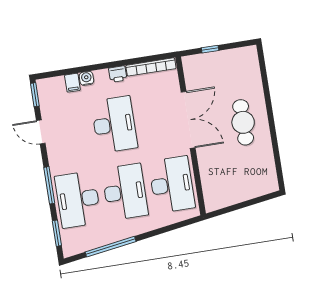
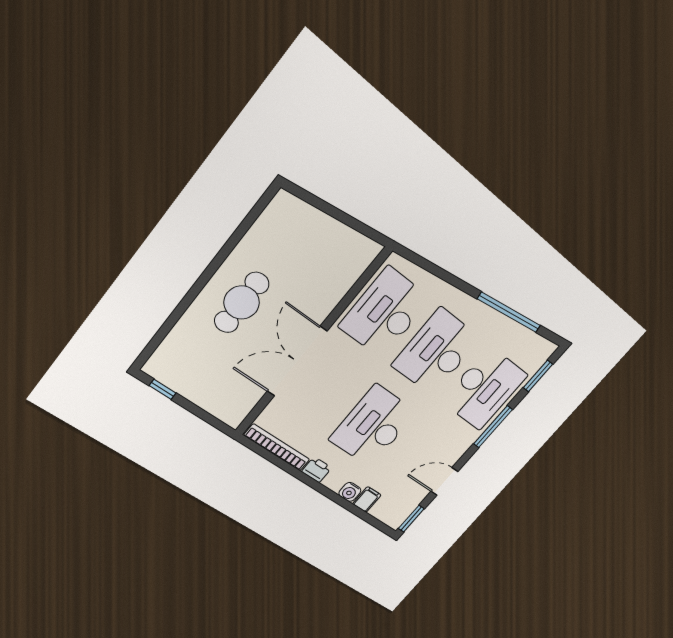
window: (210, 49) -> (163, 389), moved
door: (41, 132) -> (444, 481), swing flipped

